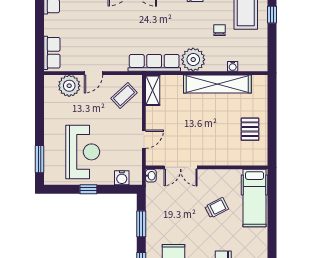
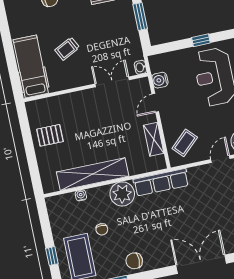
shelving: (153, 90) -> (154, 139), moved
pallet: (250, 129) -> (50, 135), turned 90
water cooler: (122, 178) -> (160, 80), moved, turned -90

